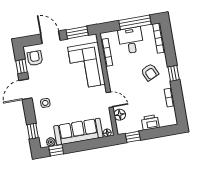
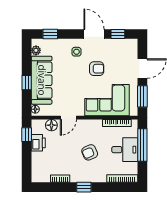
window: (135, 22) -> (142, 145), moved
armchair: (35, 58) -> (97, 69), moved
armchair: (150, 72) -> (90, 152), moved
printer: (150, 122) -> (38, 143), moved
window: (56, 150) -> (27, 83), moved

